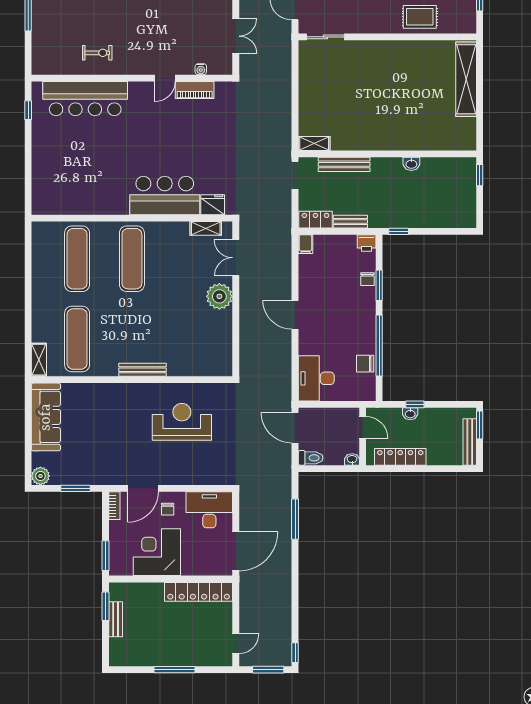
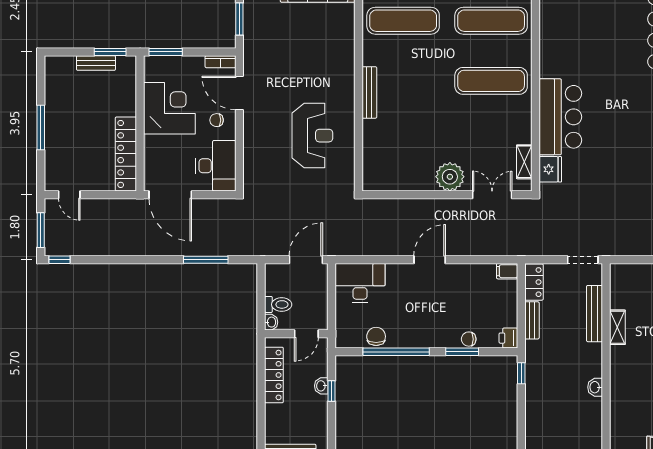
shelving: (314, 143) -> (617, 327), moved
toilet: (311, 458) -> (278, 304), moved, turned -90

